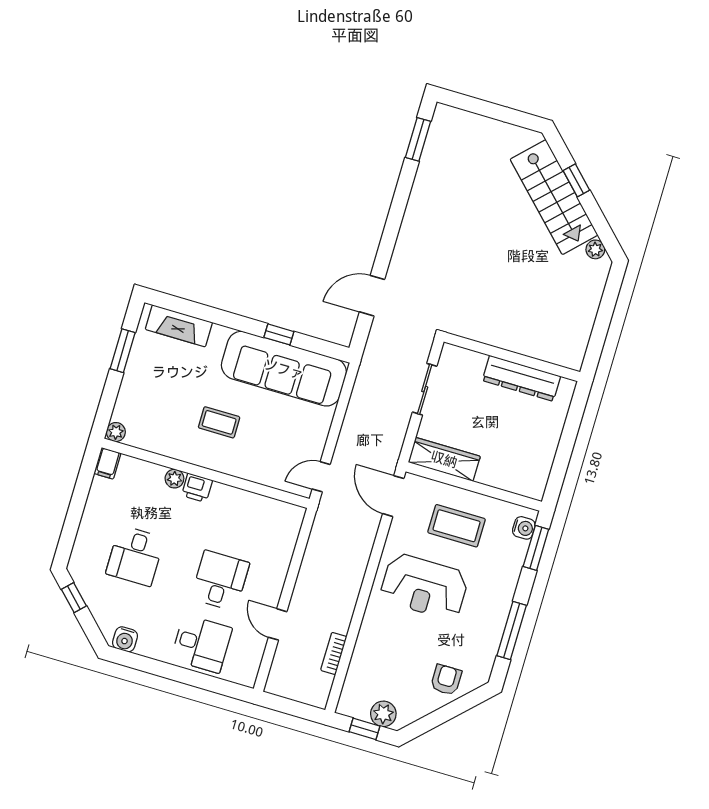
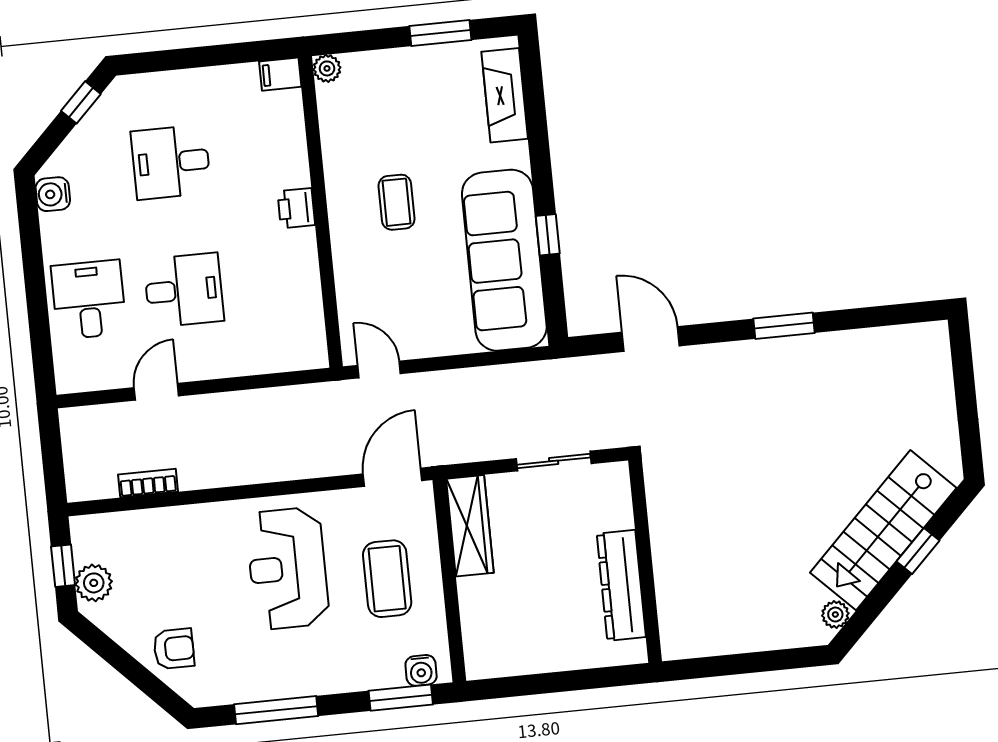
window: (418, 139) -> (784, 326), moved
plant: (174, 479) -> (296, 173), removed
desk: (202, 644) -> (89, 300), turned 180

